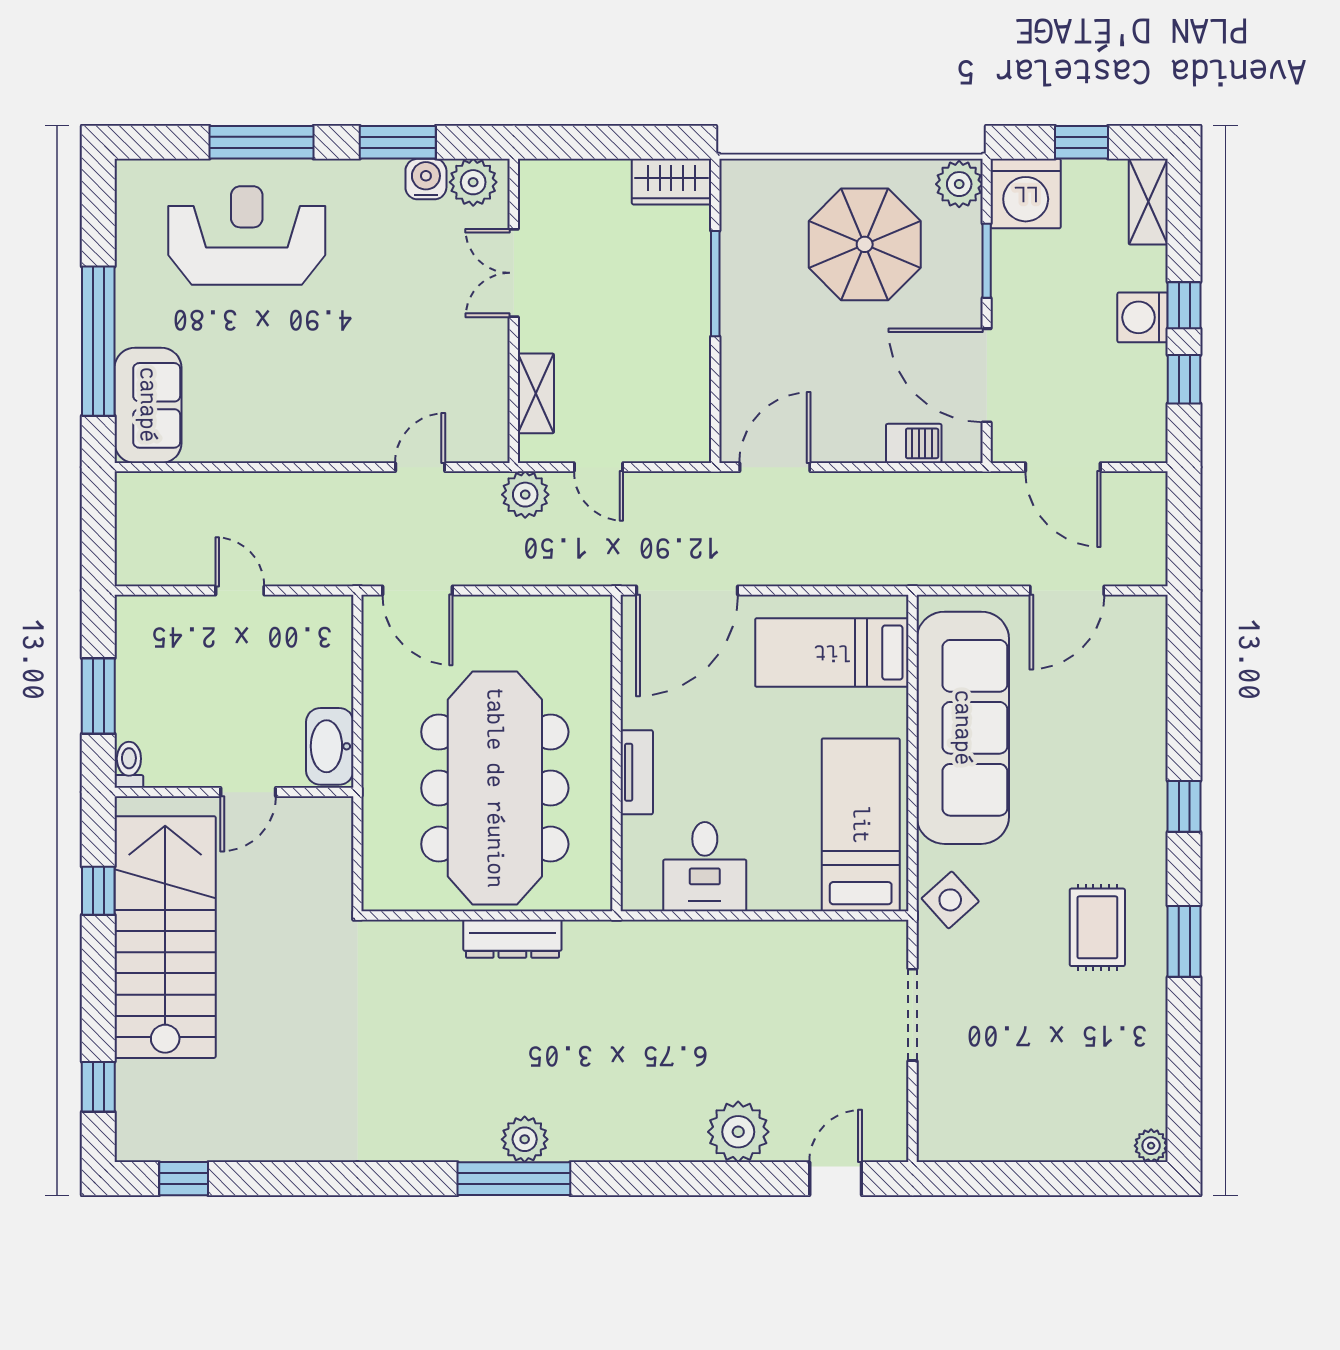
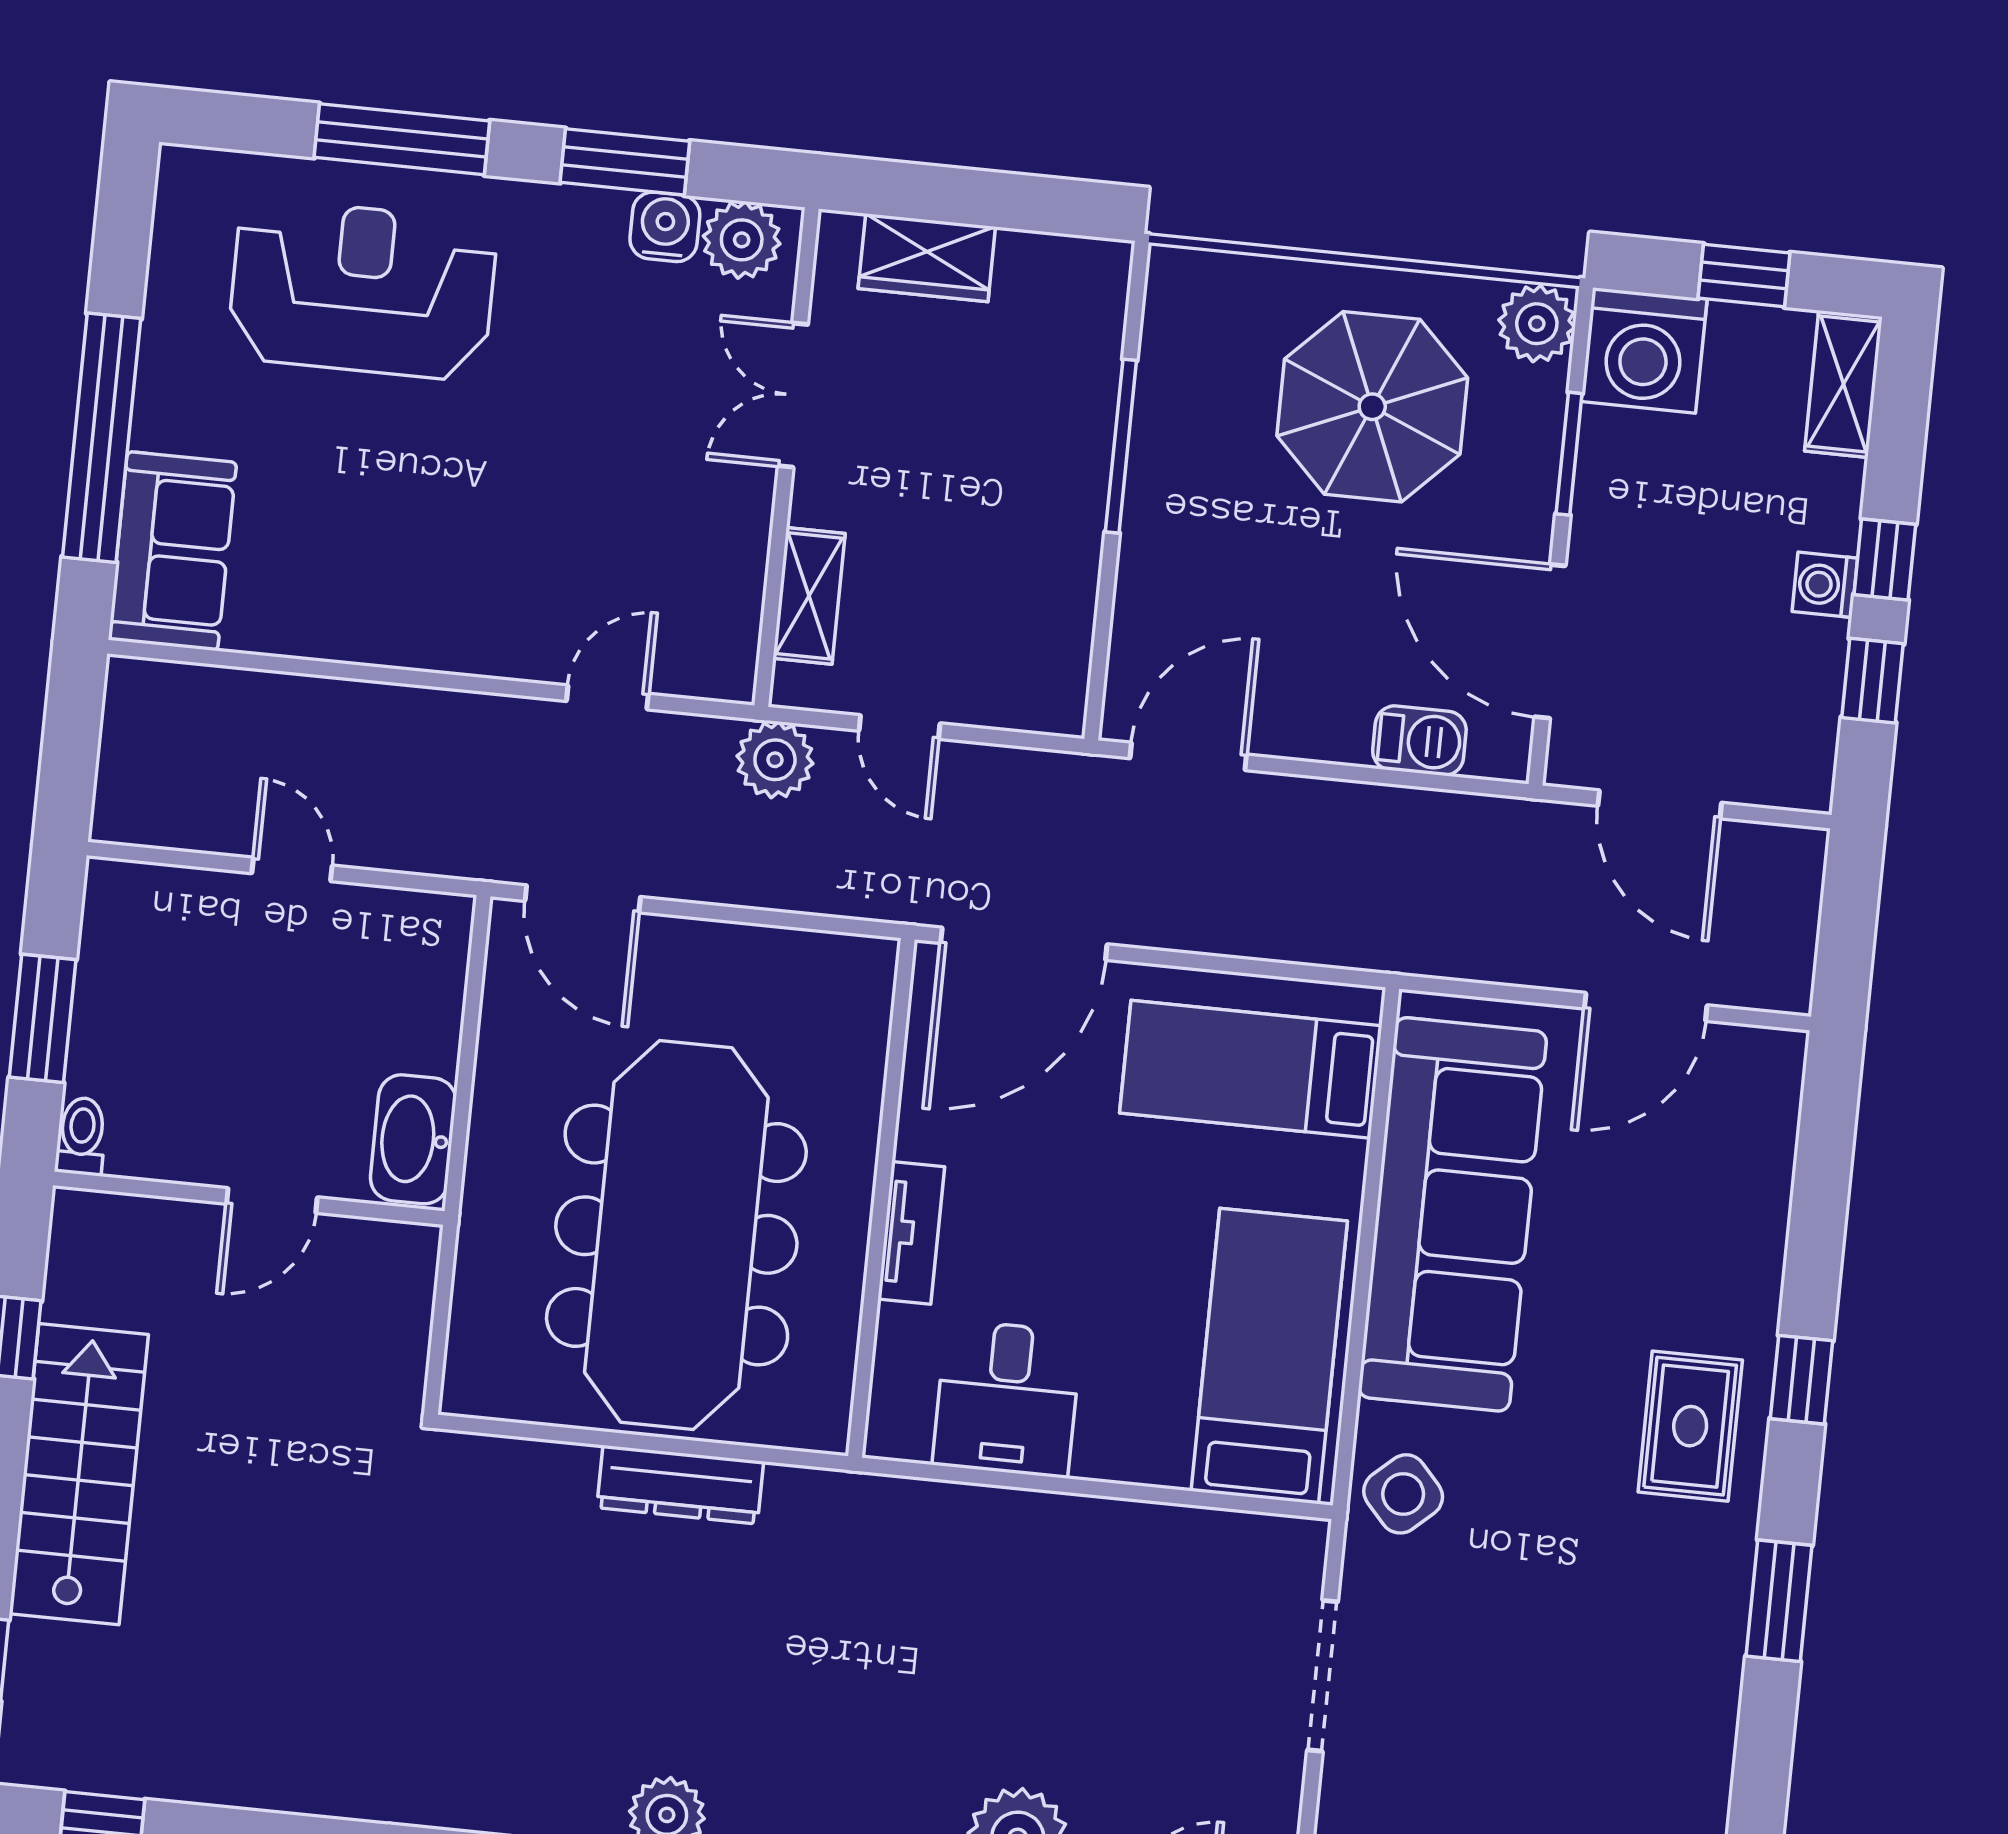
wardrobe: (671, 182) -> (927, 258), moved
washing machine: (1143, 317) -> (1825, 585), width x0.73, depth x0.73
rug: (1097, 927) -> (1690, 1426), moved
stairs: (165, 937) -> (79, 1474), width x0.73, depth x0.66

